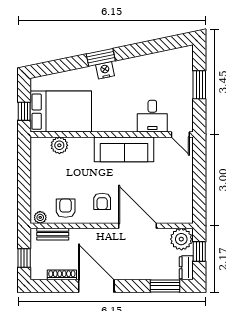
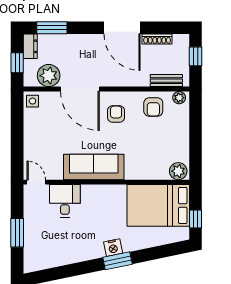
window: (24, 111) -> (195, 219), moved
plant: (59, 145) -> (178, 171), moved
side table: (184, 214) -> (33, 101), added
plant: (181, 239) -> (49, 76), moved

